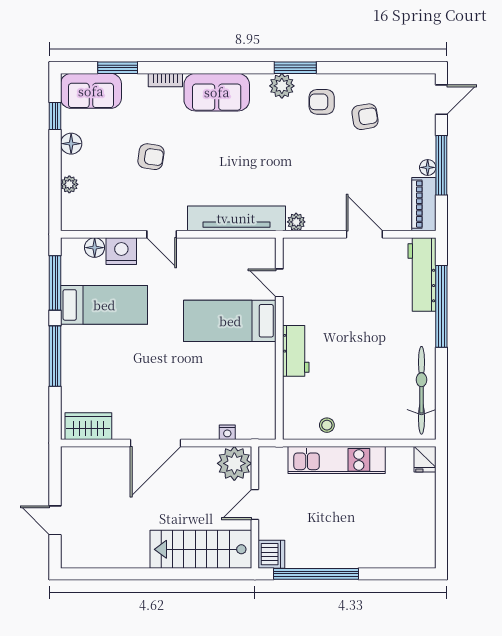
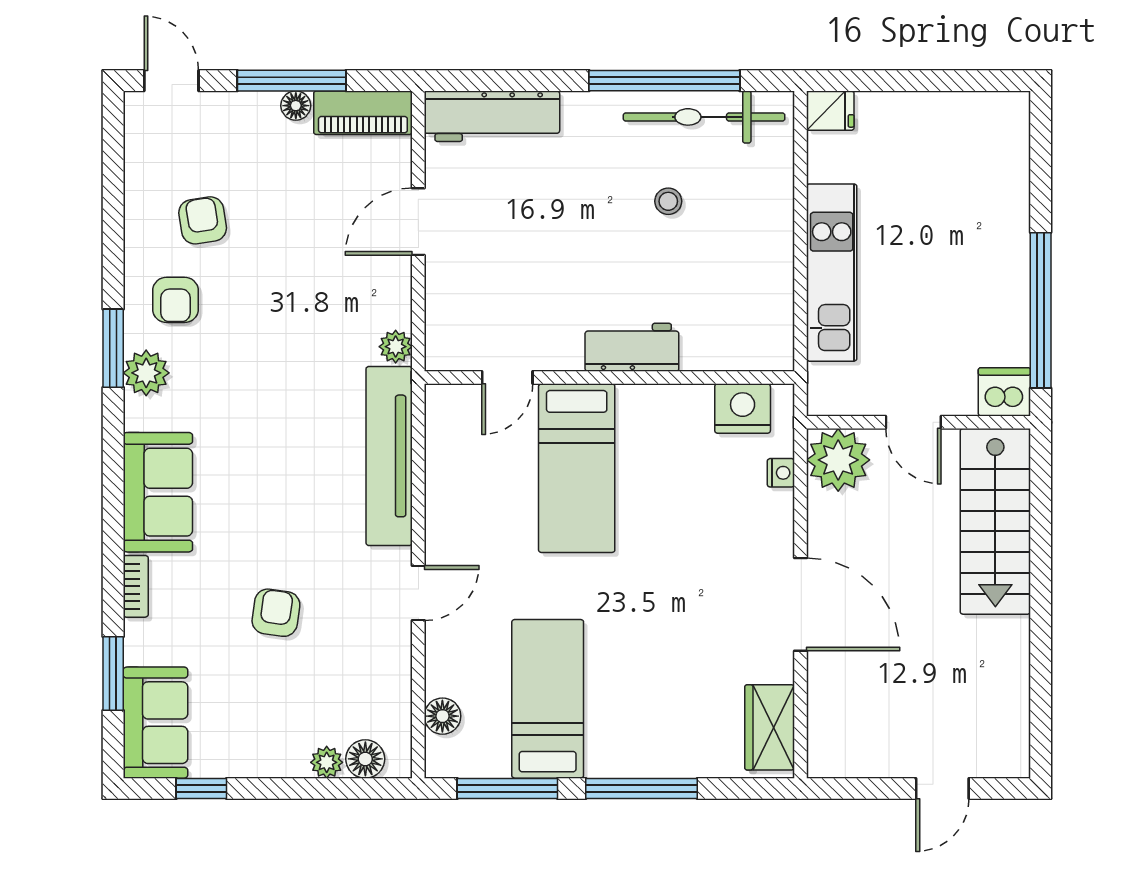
floor lamp: (71, 144) -> (365, 759), moved
nightstand: (121, 251) -> (743, 409), moved, turned 90
window: (441, 306) -> (664, 81), moved
stool: (327, 425) -> (668, 201), moved

